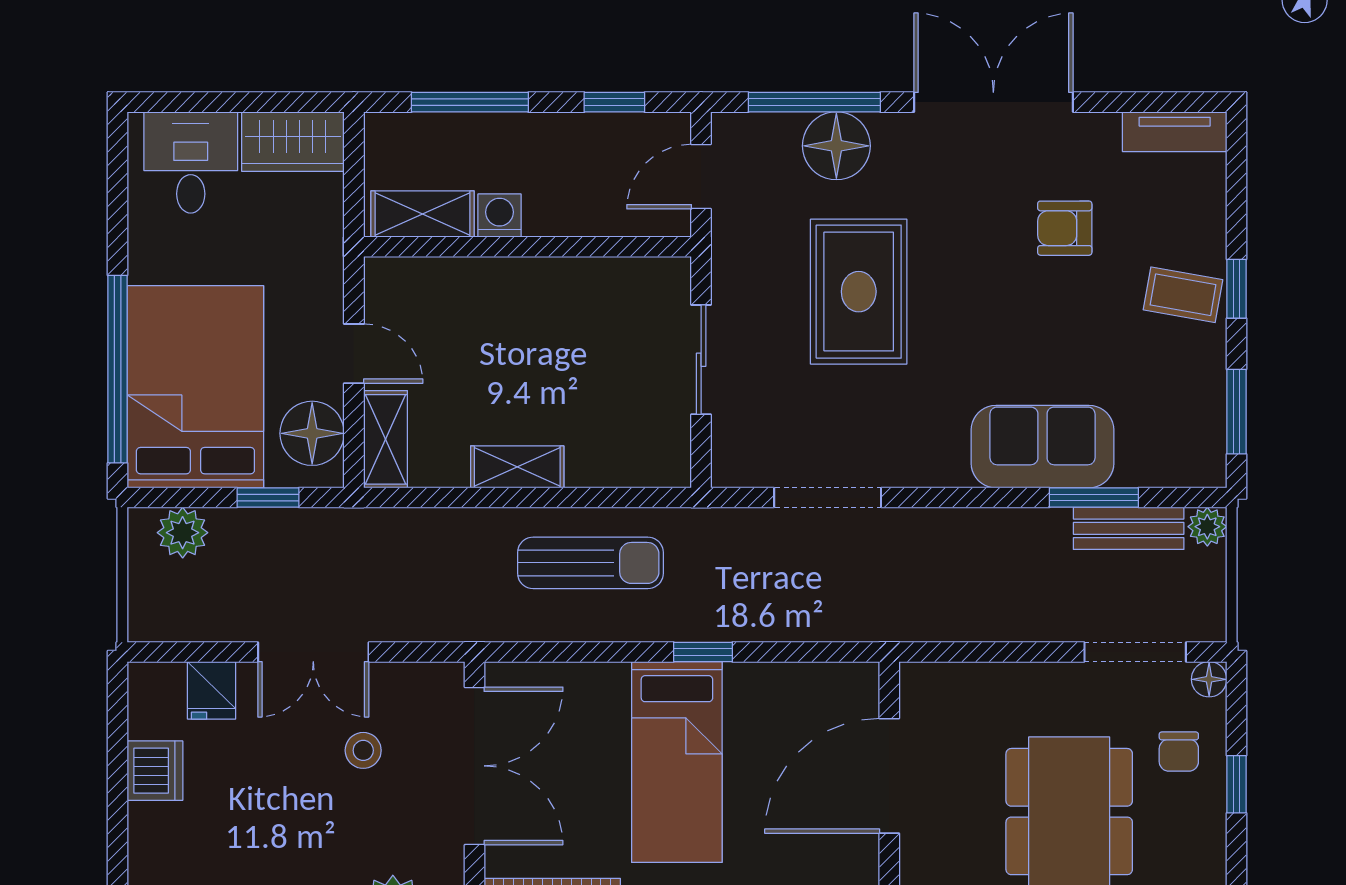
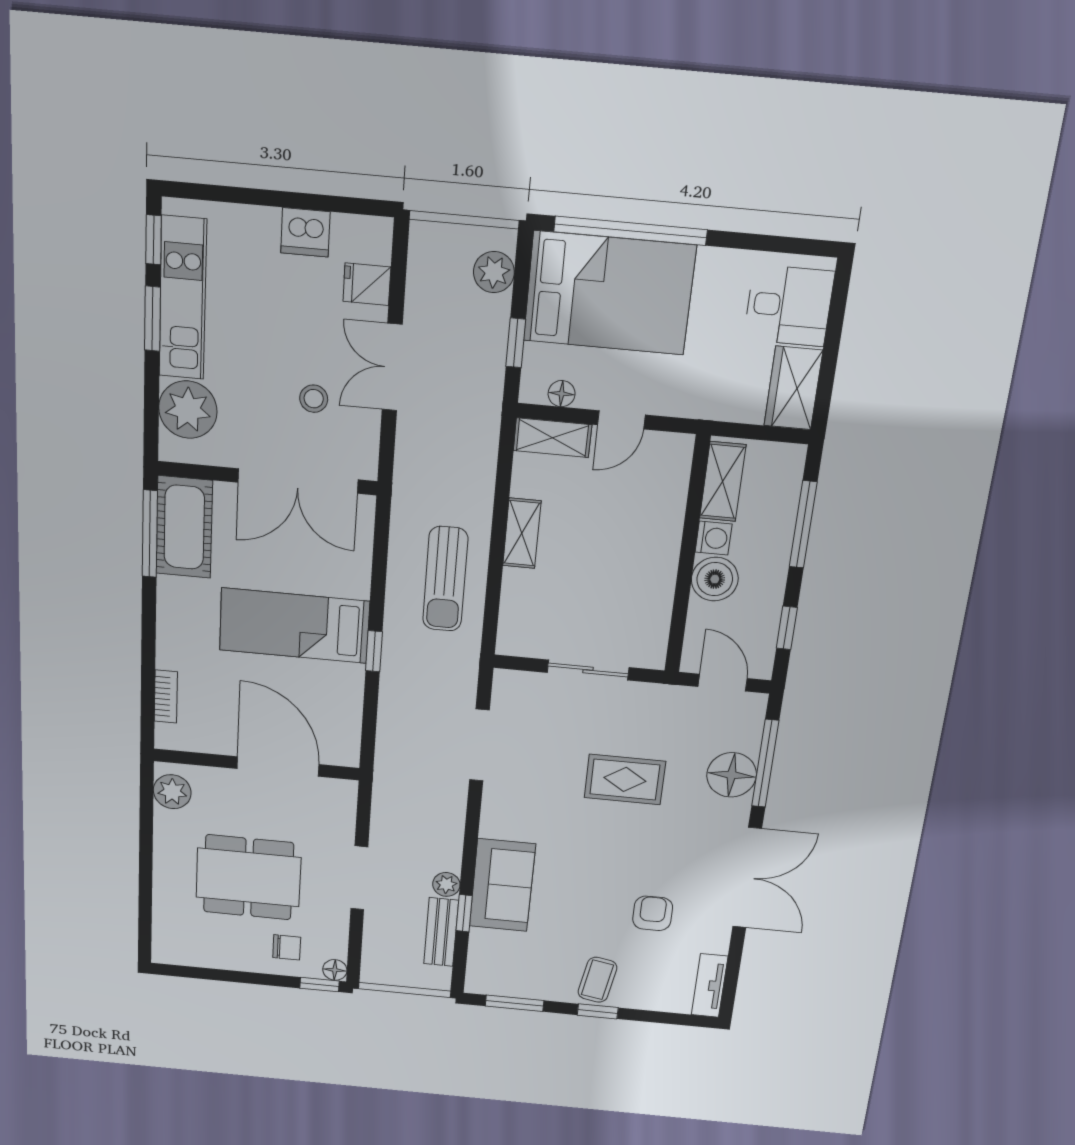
boiler: (556, 207) -> (715, 579), added
rug: (859, 292) -> (625, 779), width x0.73, depth x0.70
floor lamp: (312, 433) -> (562, 394), width x0.53, depth x0.53
window: (1094, 498) -> (464, 913), width x0.67
plant: (1207, 527) -> (446, 884), moved
doorway: (1135, 652) -> (359, 878), moved
chair: (1179, 752) -> (287, 947), turned 180
window: (1236, 784) -> (320, 985), moved

